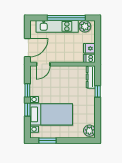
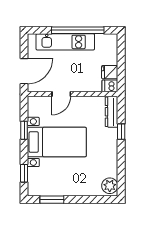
plant: (85, 26) -> (103, 42), removed
door: (43, 64) -> (61, 94), moved
window: (27, 110) -> (24, 173), moved
bed with nightstands: (51, 114) -> (57, 142), moved

